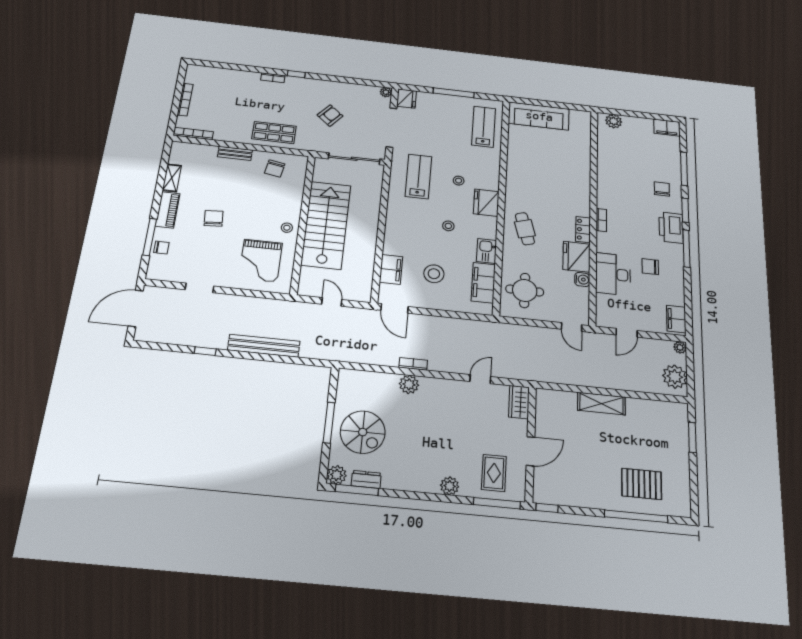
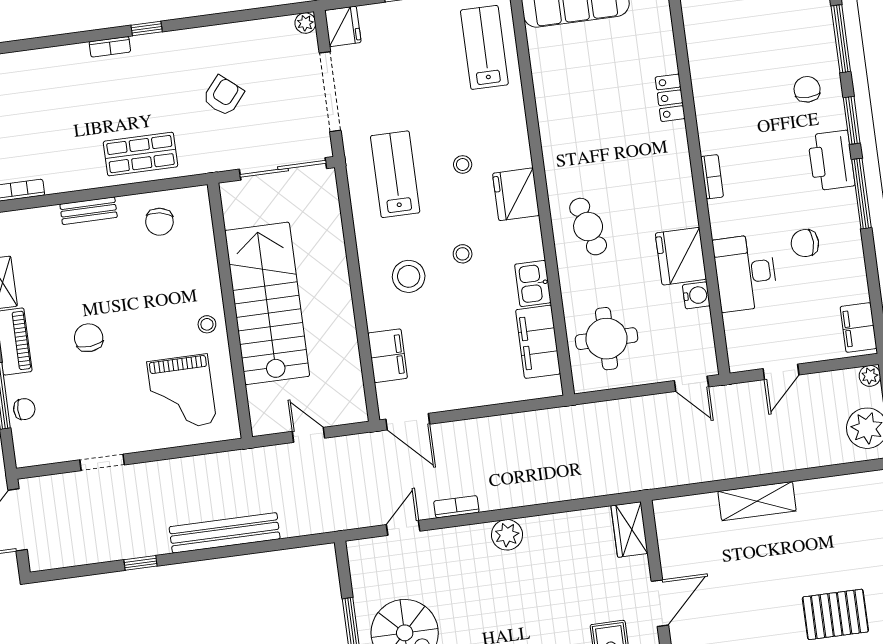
locker: (583, 230) -> (670, 98), moved
stool: (434, 274) -> (409, 276), moved
door: (480, 379) -> (403, 528), moved
plant: (409, 384) -> (507, 535), moved

